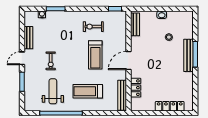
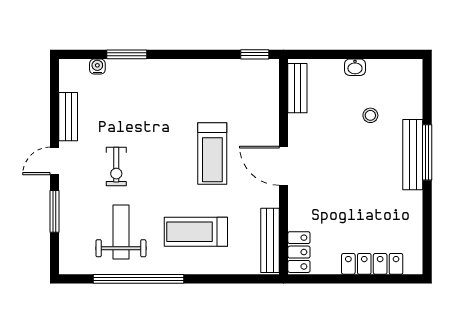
exercise bike: (93, 27) -> (208, 93), removed
door: (128, 61) -> (283, 166), hinge flipped
locker: (136, 88) -> (299, 252), moved

